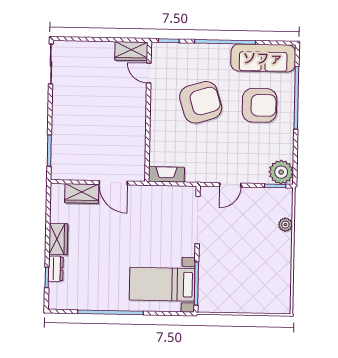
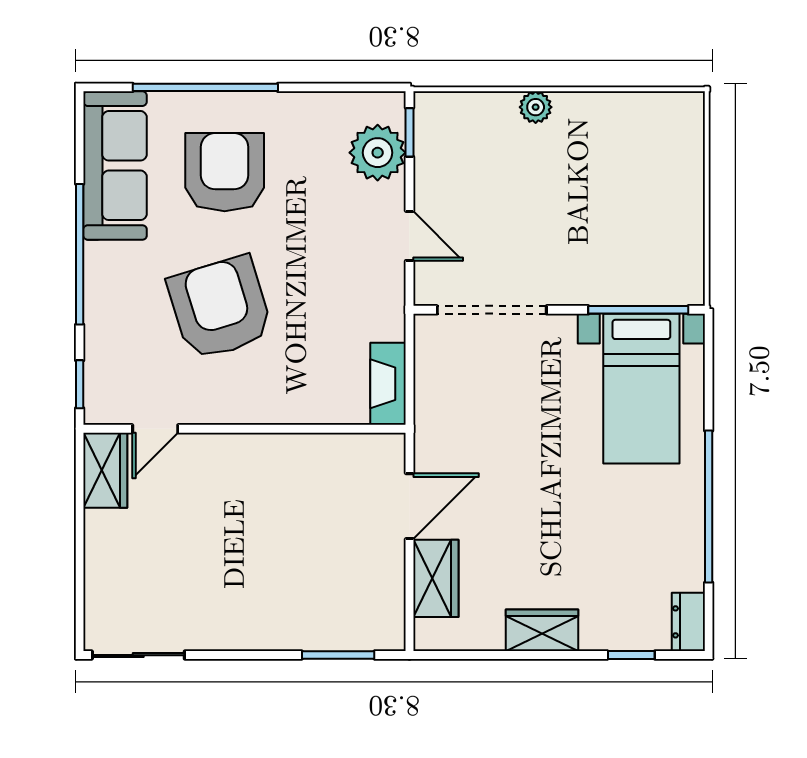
plant: (281, 172) -> (378, 153), moved
plant: (285, 225) -> (536, 107), moved
dresser: (56, 269) -> (688, 622), moved, turned -90

